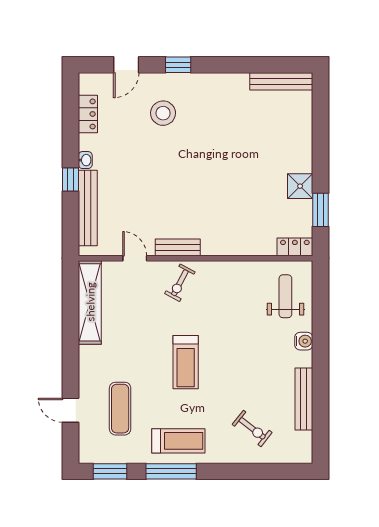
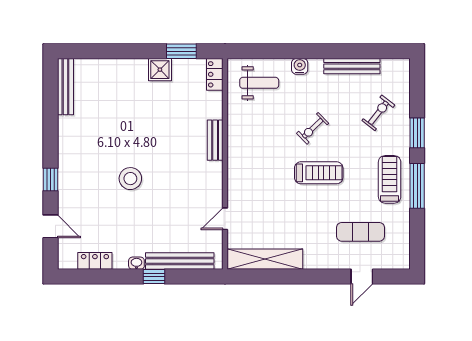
stool: (163, 113) -> (130, 179), moved
bench: (178, 247) -> (215, 140), moved
exercise bike: (180, 283) -> (313, 128), moved, turned 108
weight bench: (285, 296) -> (259, 83), turned 180
window: (110, 471) -> (417, 133), moved

